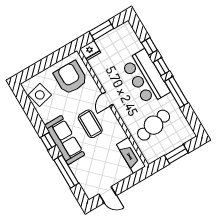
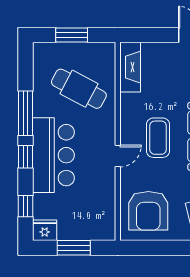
window: (149, 46) -> (25, 206), moved
fridge: (90, 51) -> (45, 230), moved
cafe table: (154, 125) -> (79, 89), turned 40

